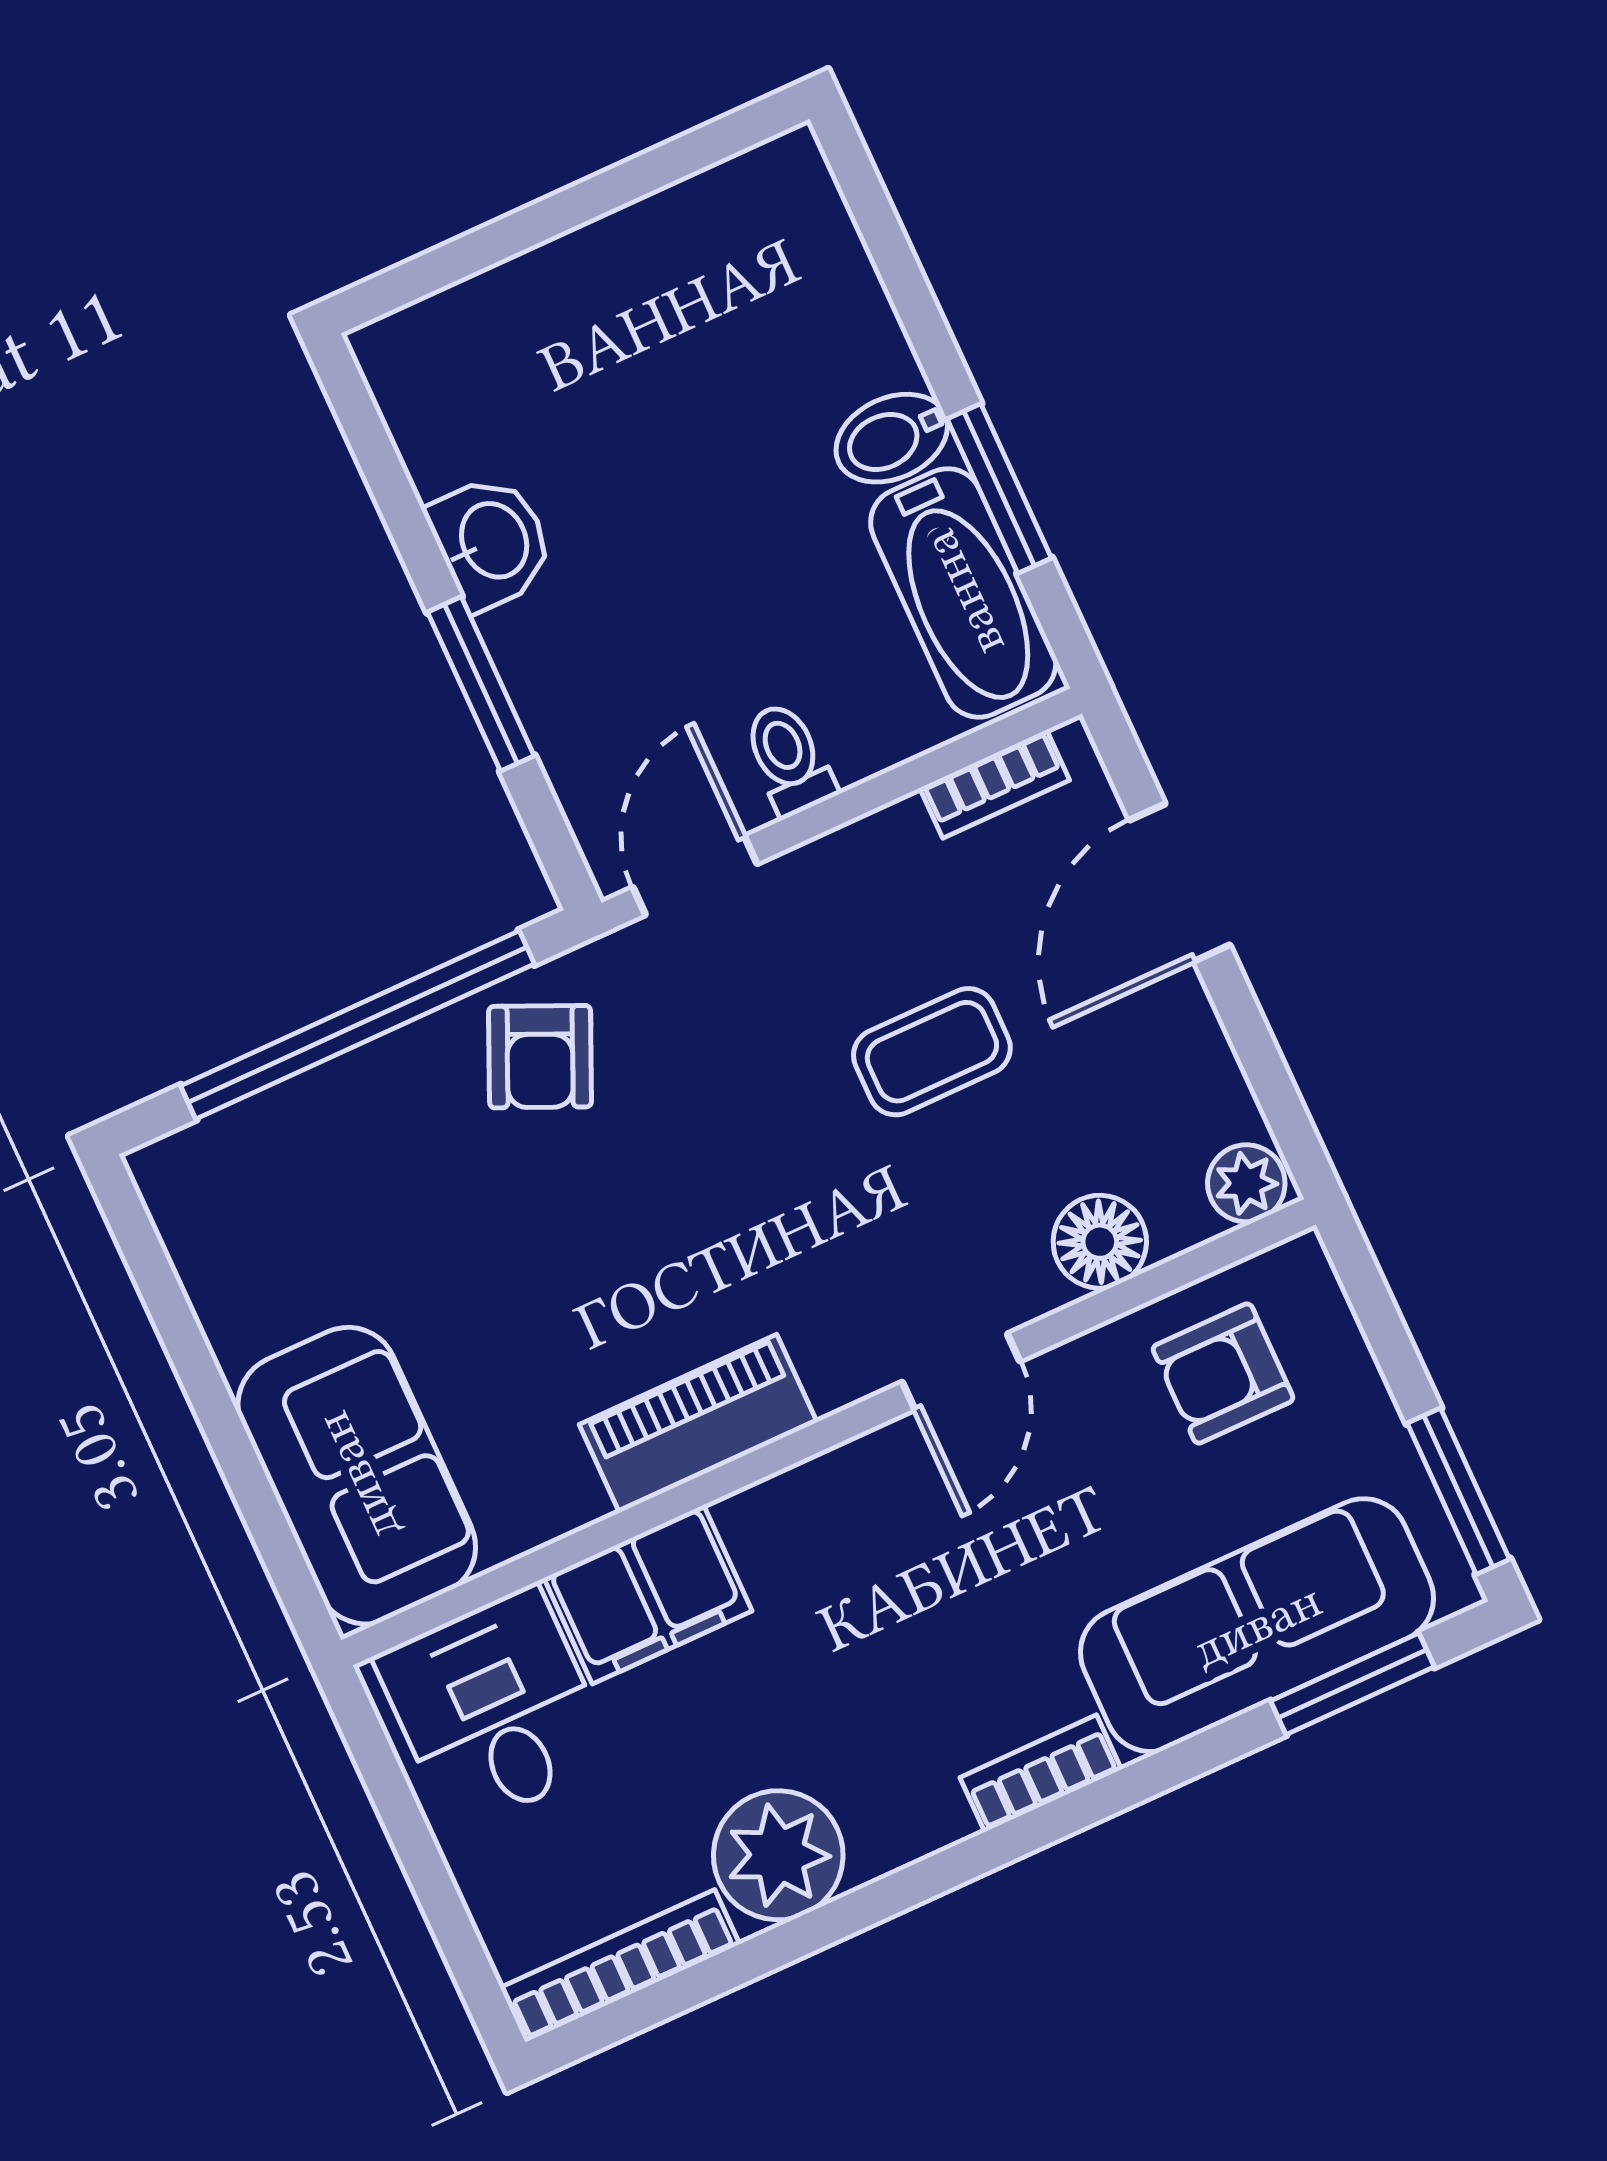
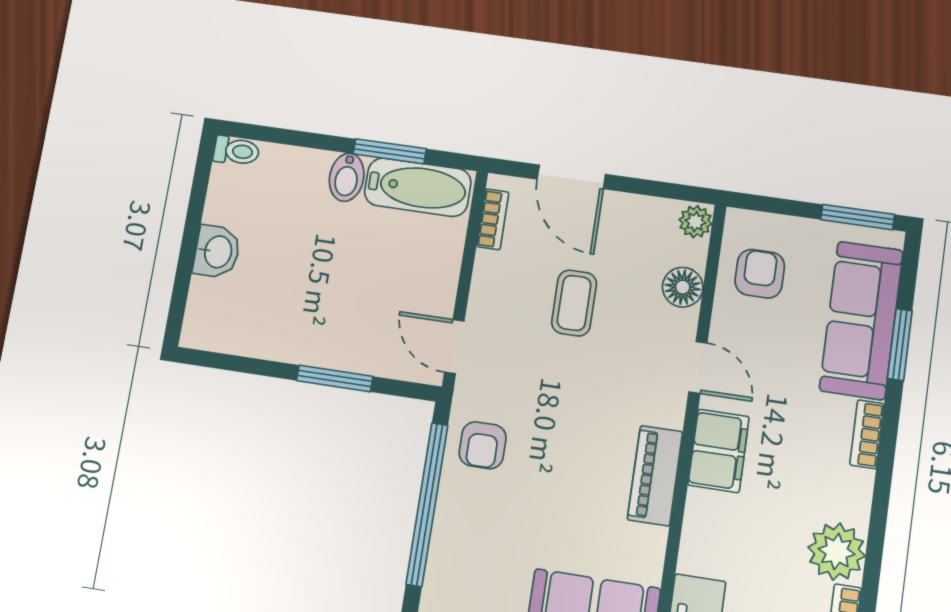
washbasin: (491, 542) -> (217, 252), moved, turned 90
toilet: (789, 759) -> (236, 151), moved, turned 180
armchair: (540, 1057) -> (483, 445), turned 66
armchair: (1223, 1373) -> (760, 274), turned 180
filing cabinet: (648, 1595) -> (719, 451), moved
window: (1352, 1684) -> (900, 345), moved

